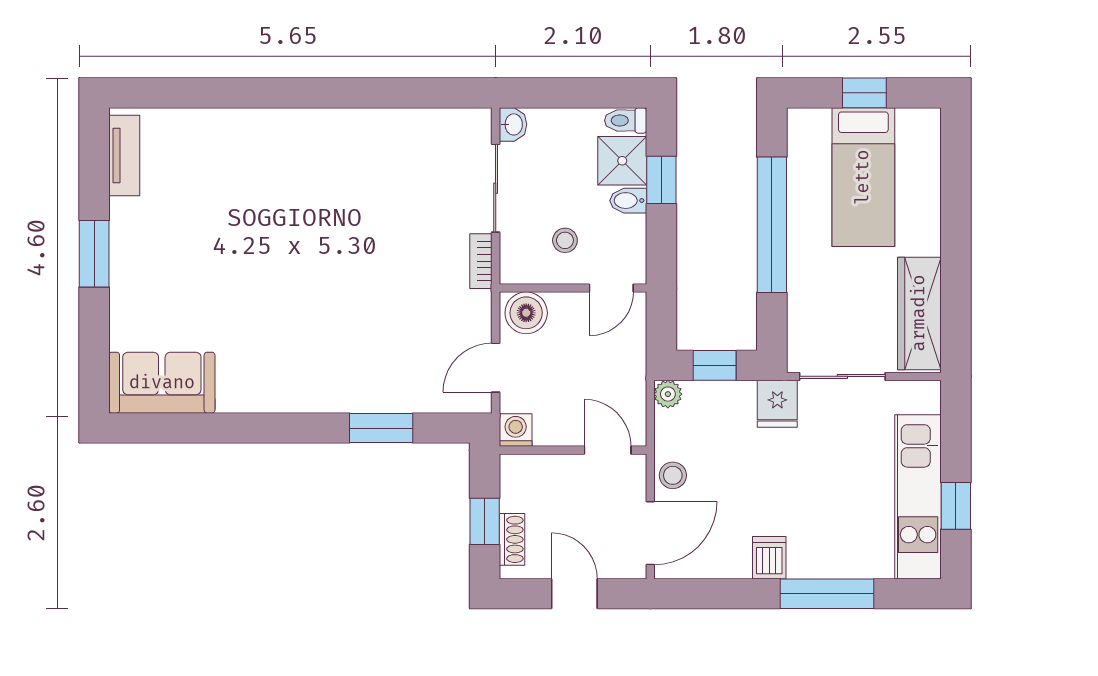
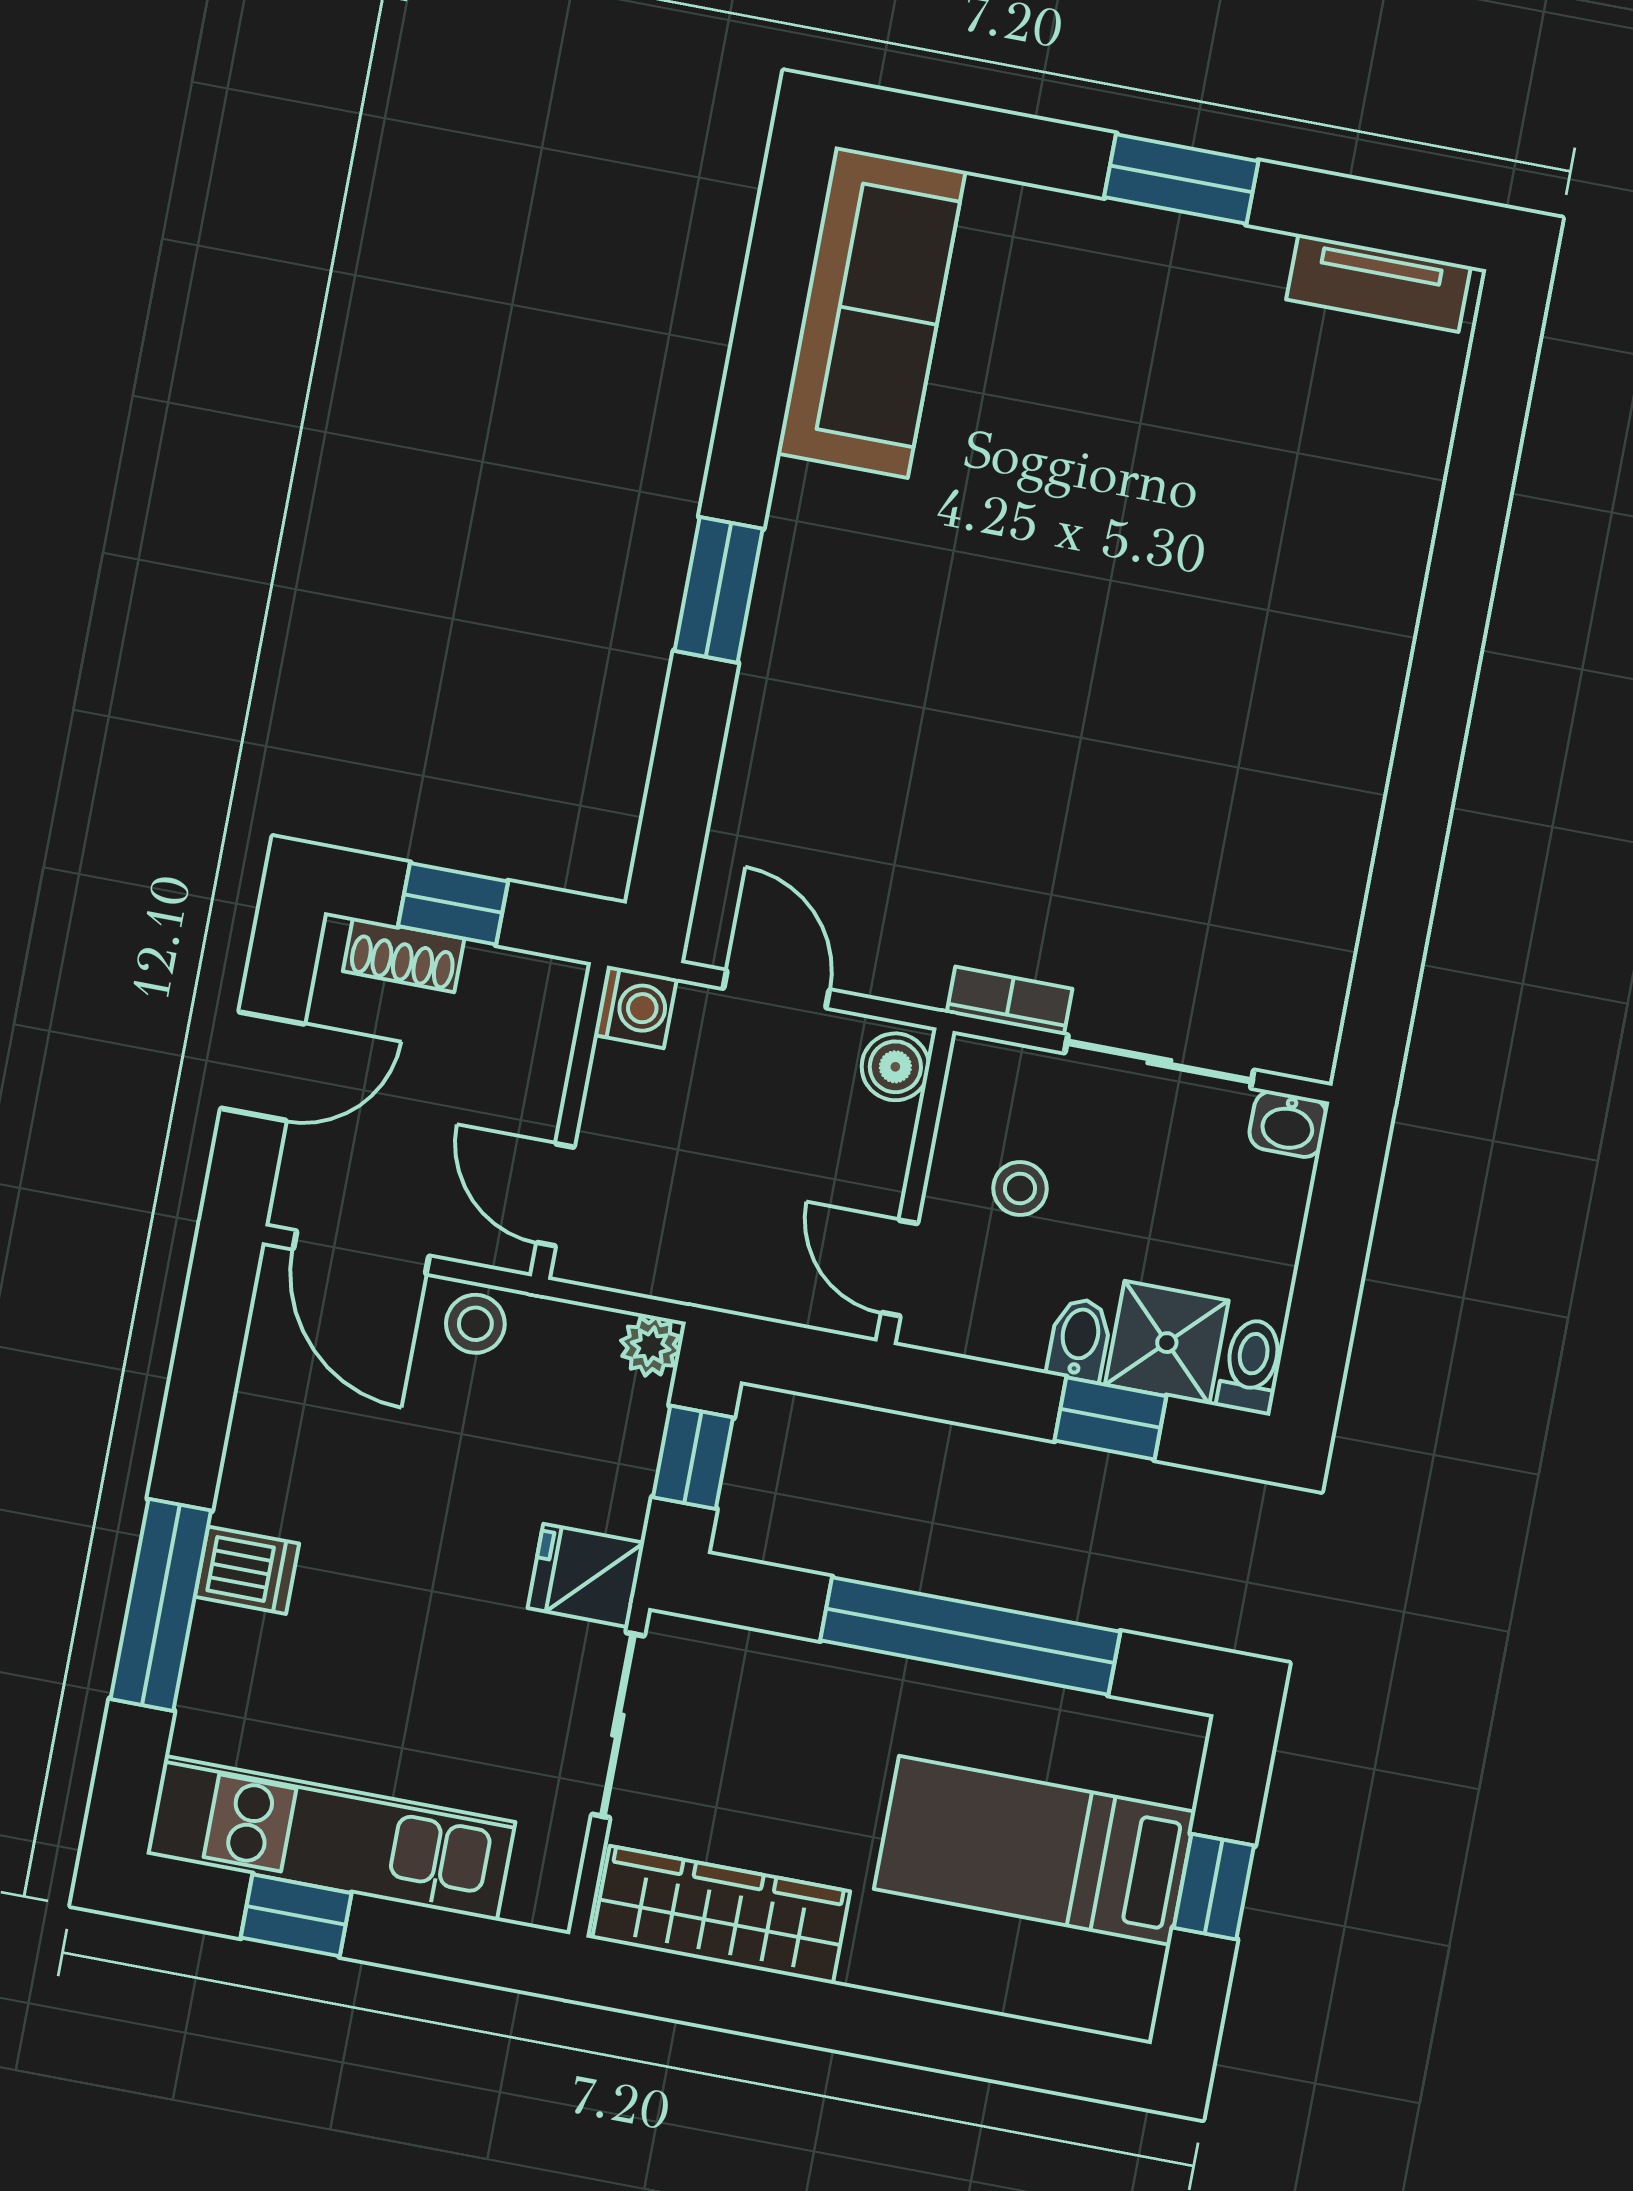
boiler: (526, 313) -> (895, 1067), width x0.73, depth x0.73
sofa: (162, 383) -> (871, 312), width x1.36
window: (381, 428) -> (719, 590), moved
door: (608, 450) -> (555, 1195), swing flipped
dishwasher: (769, 558) -> (247, 1570), moved

